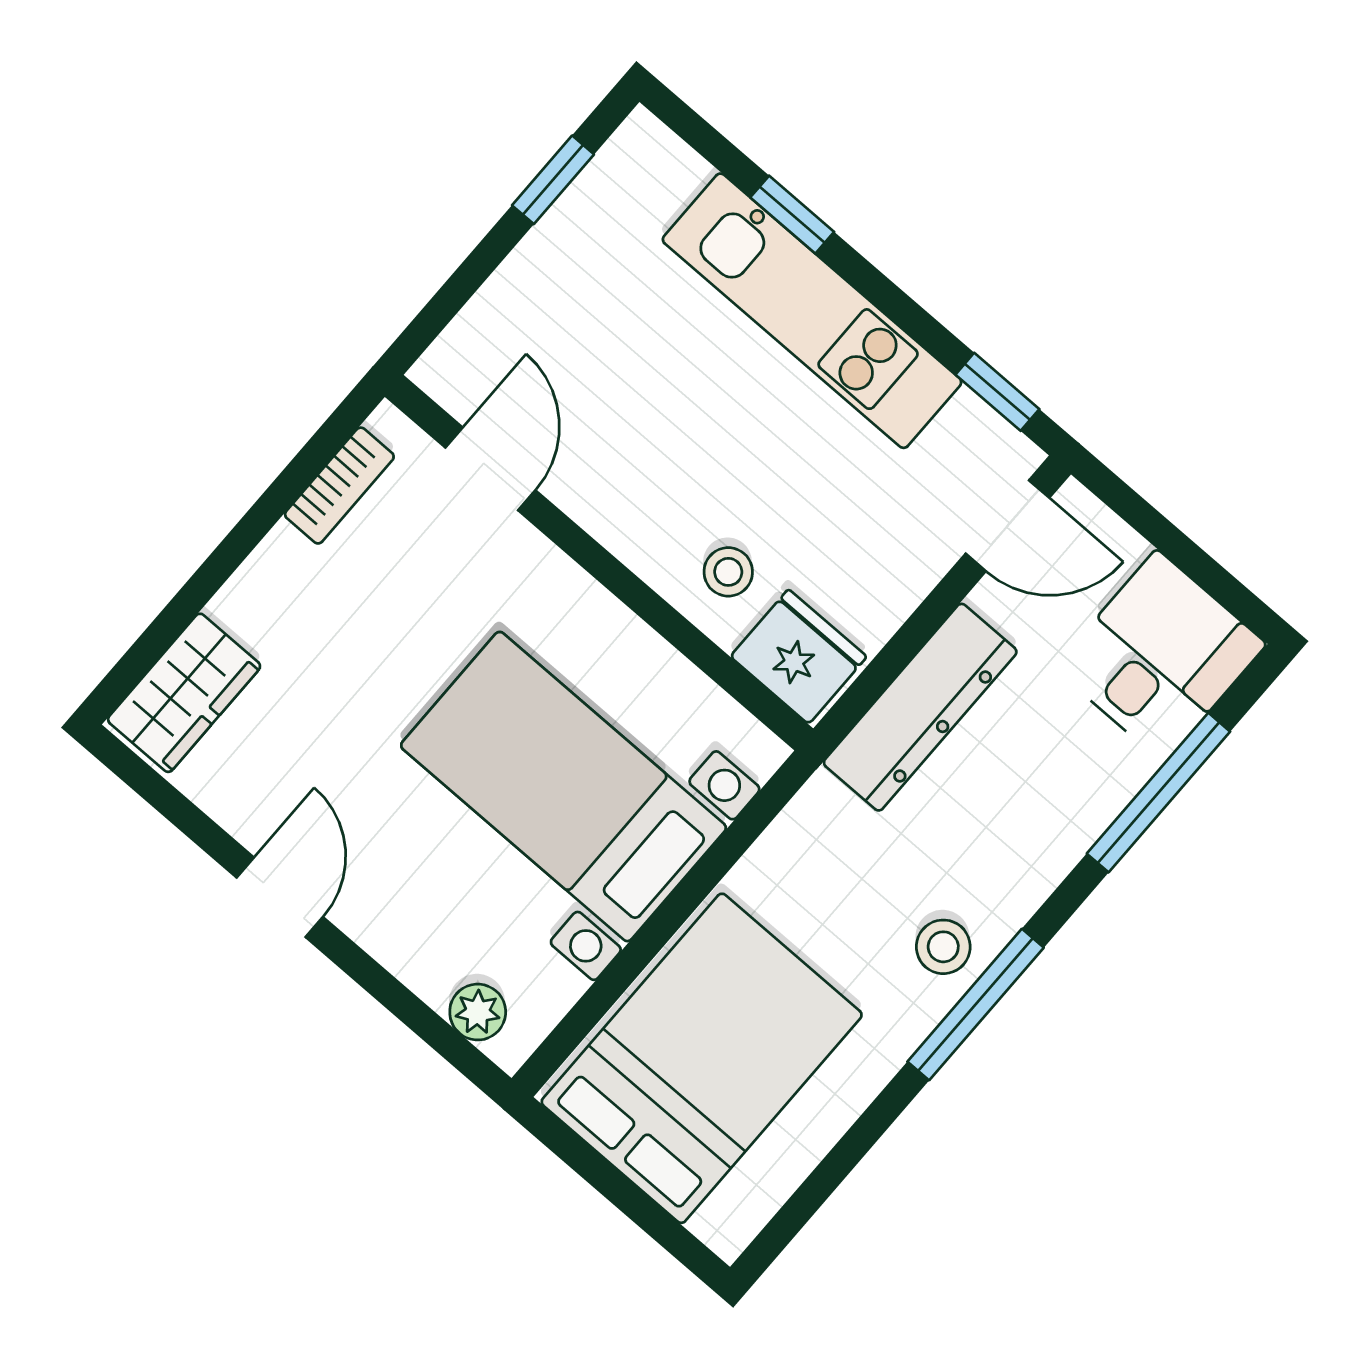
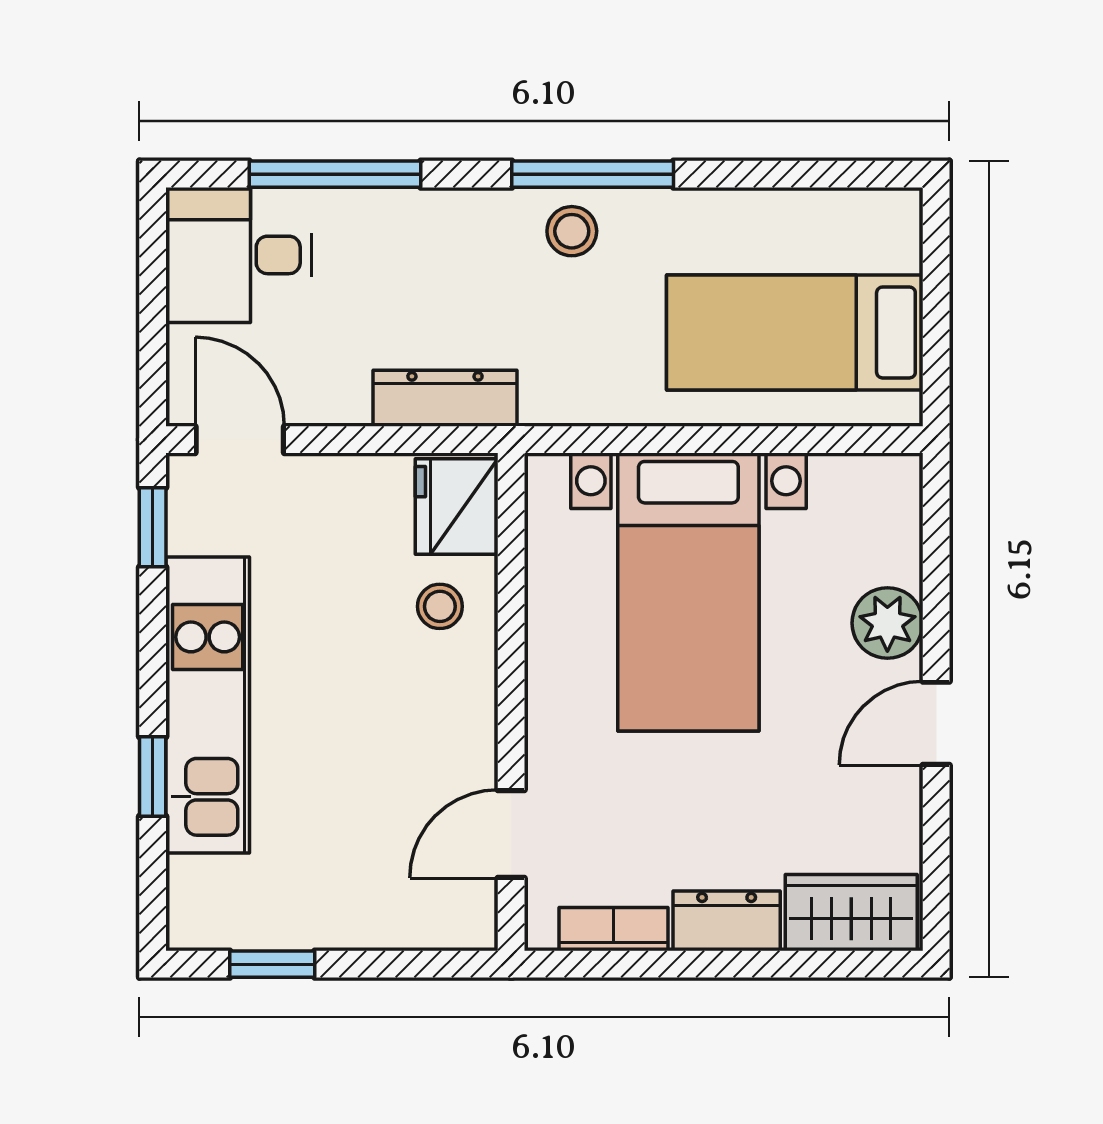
dresser: (266, 584) -> (727, 921), added
dresser: (920, 707) -> (445, 398), width x0.73, depth x0.80
plant: (478, 1012) -> (887, 623), moved, width x1.38, depth x1.38
bed: (702, 1058) -> (795, 332), width x0.67

